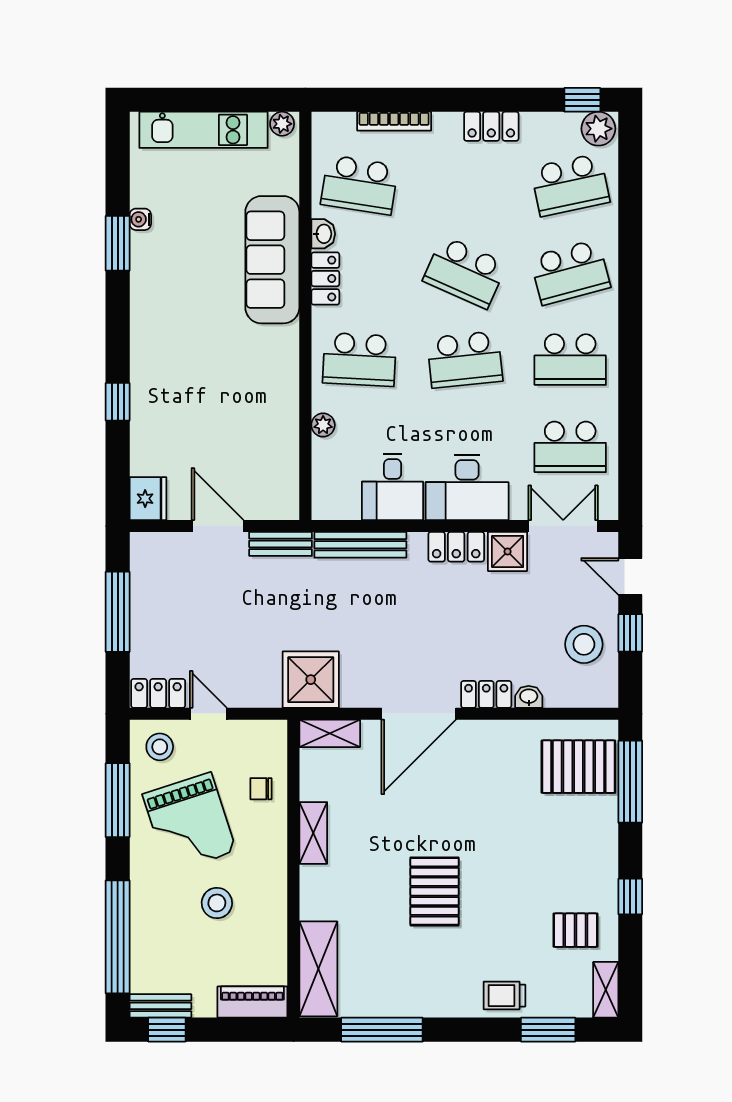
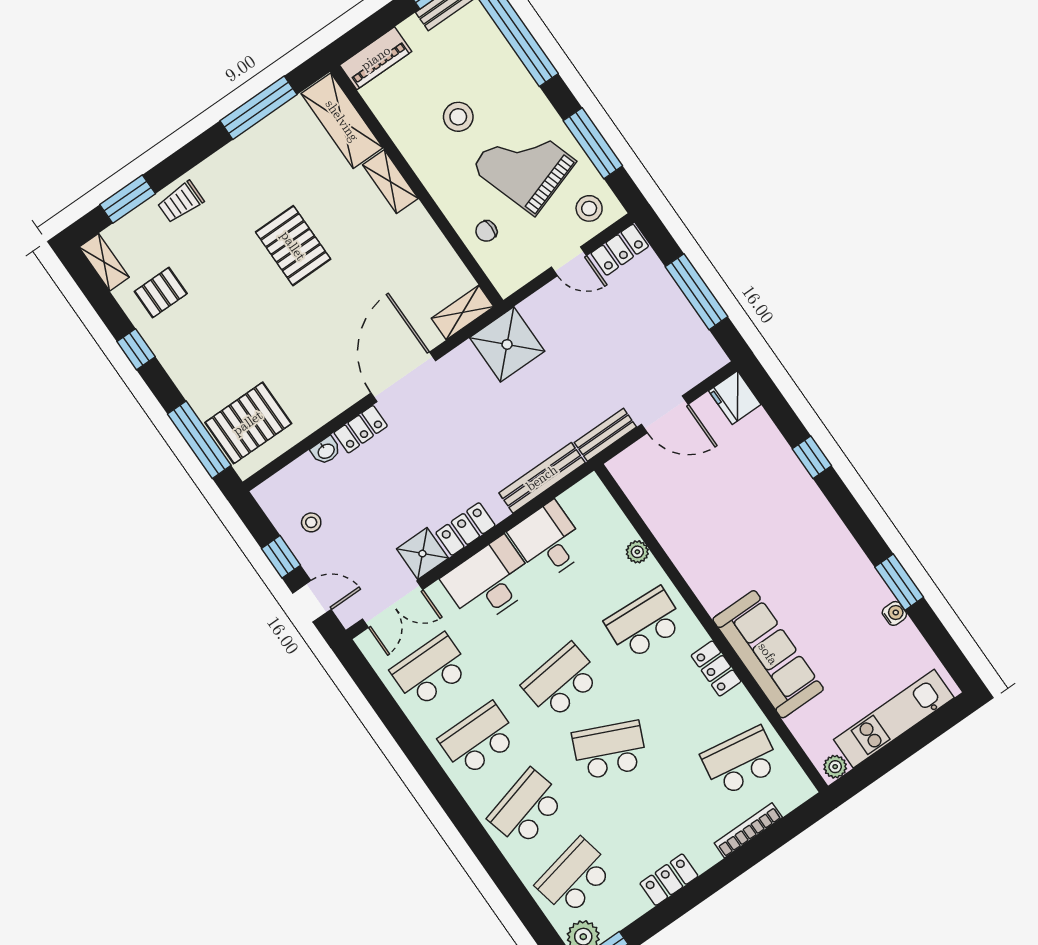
washbasin: (323, 234) -> (742, 703), removed
stool: (584, 644) -> (311, 522), width x0.53, depth x0.53
chair: (261, 789) -> (486, 231), turned 180
shelving: (313, 833) -> (390, 182), moved
trolley: (504, 996) -> (181, 202), turned 180

